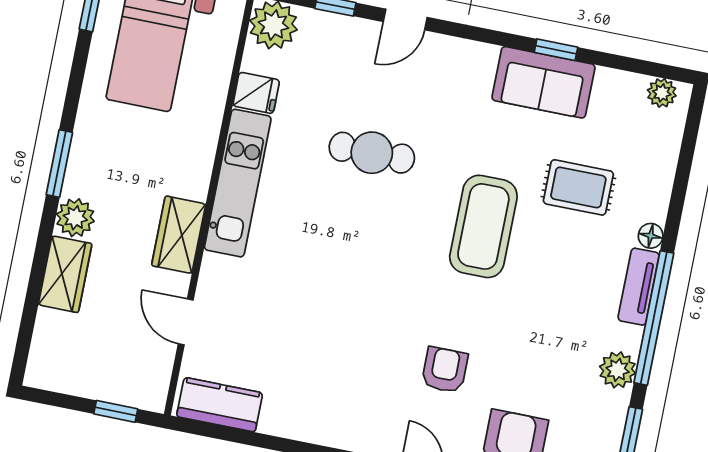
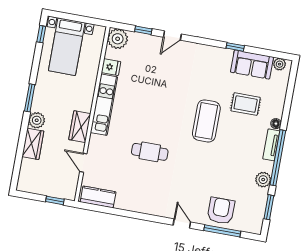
sofa: (543, 82) -> (252, 65), moved
cafe table: (372, 153) -> (150, 152), moved
armchair: (445, 370) -> (191, 181), removed

